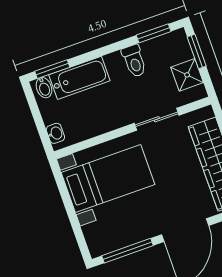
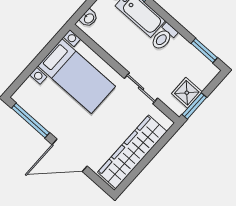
window: (197, 51) -> (194, 106), moved
toilet: (134, 61) -> (164, 37), moved

